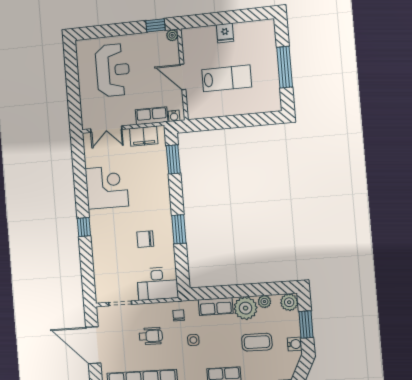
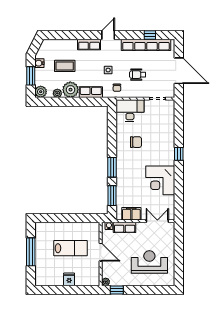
reception desk: (113, 70) -> (149, 262), turned 90
lab bench: (227, 78) -> (71, 248), turned 180
window: (179, 229) -> (112, 167), moved

